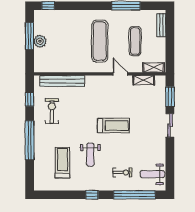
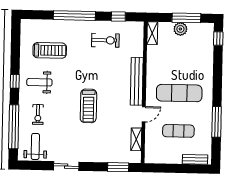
shelving: (154, 67) -> (152, 33), moved
bench: (62, 81) -> (137, 81), moved
sliding door: (170, 125) -> (66, 166), moved
weight bench: (90, 155) -> (39, 82), moved

